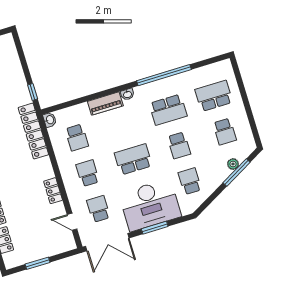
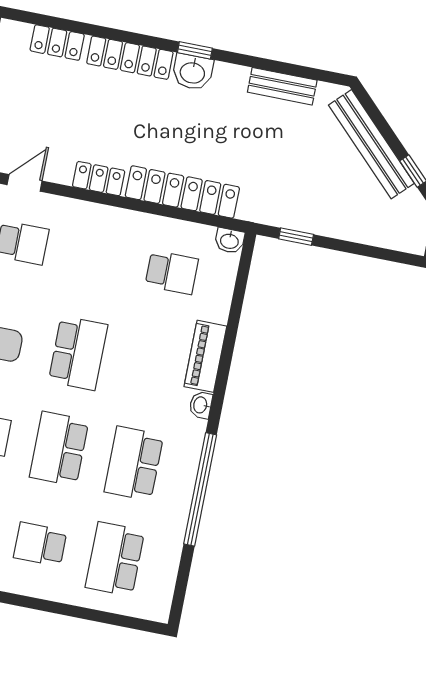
school desk: (214, 96) -> (115, 559), turned 180
locker: (33, 131) -> (182, 192), moved
school desk: (77, 137) -> (172, 272), turned 180
school desk: (179, 145) -> (59, 449), width x1.85
school desk: (88, 173) -> (97, 258), removed

